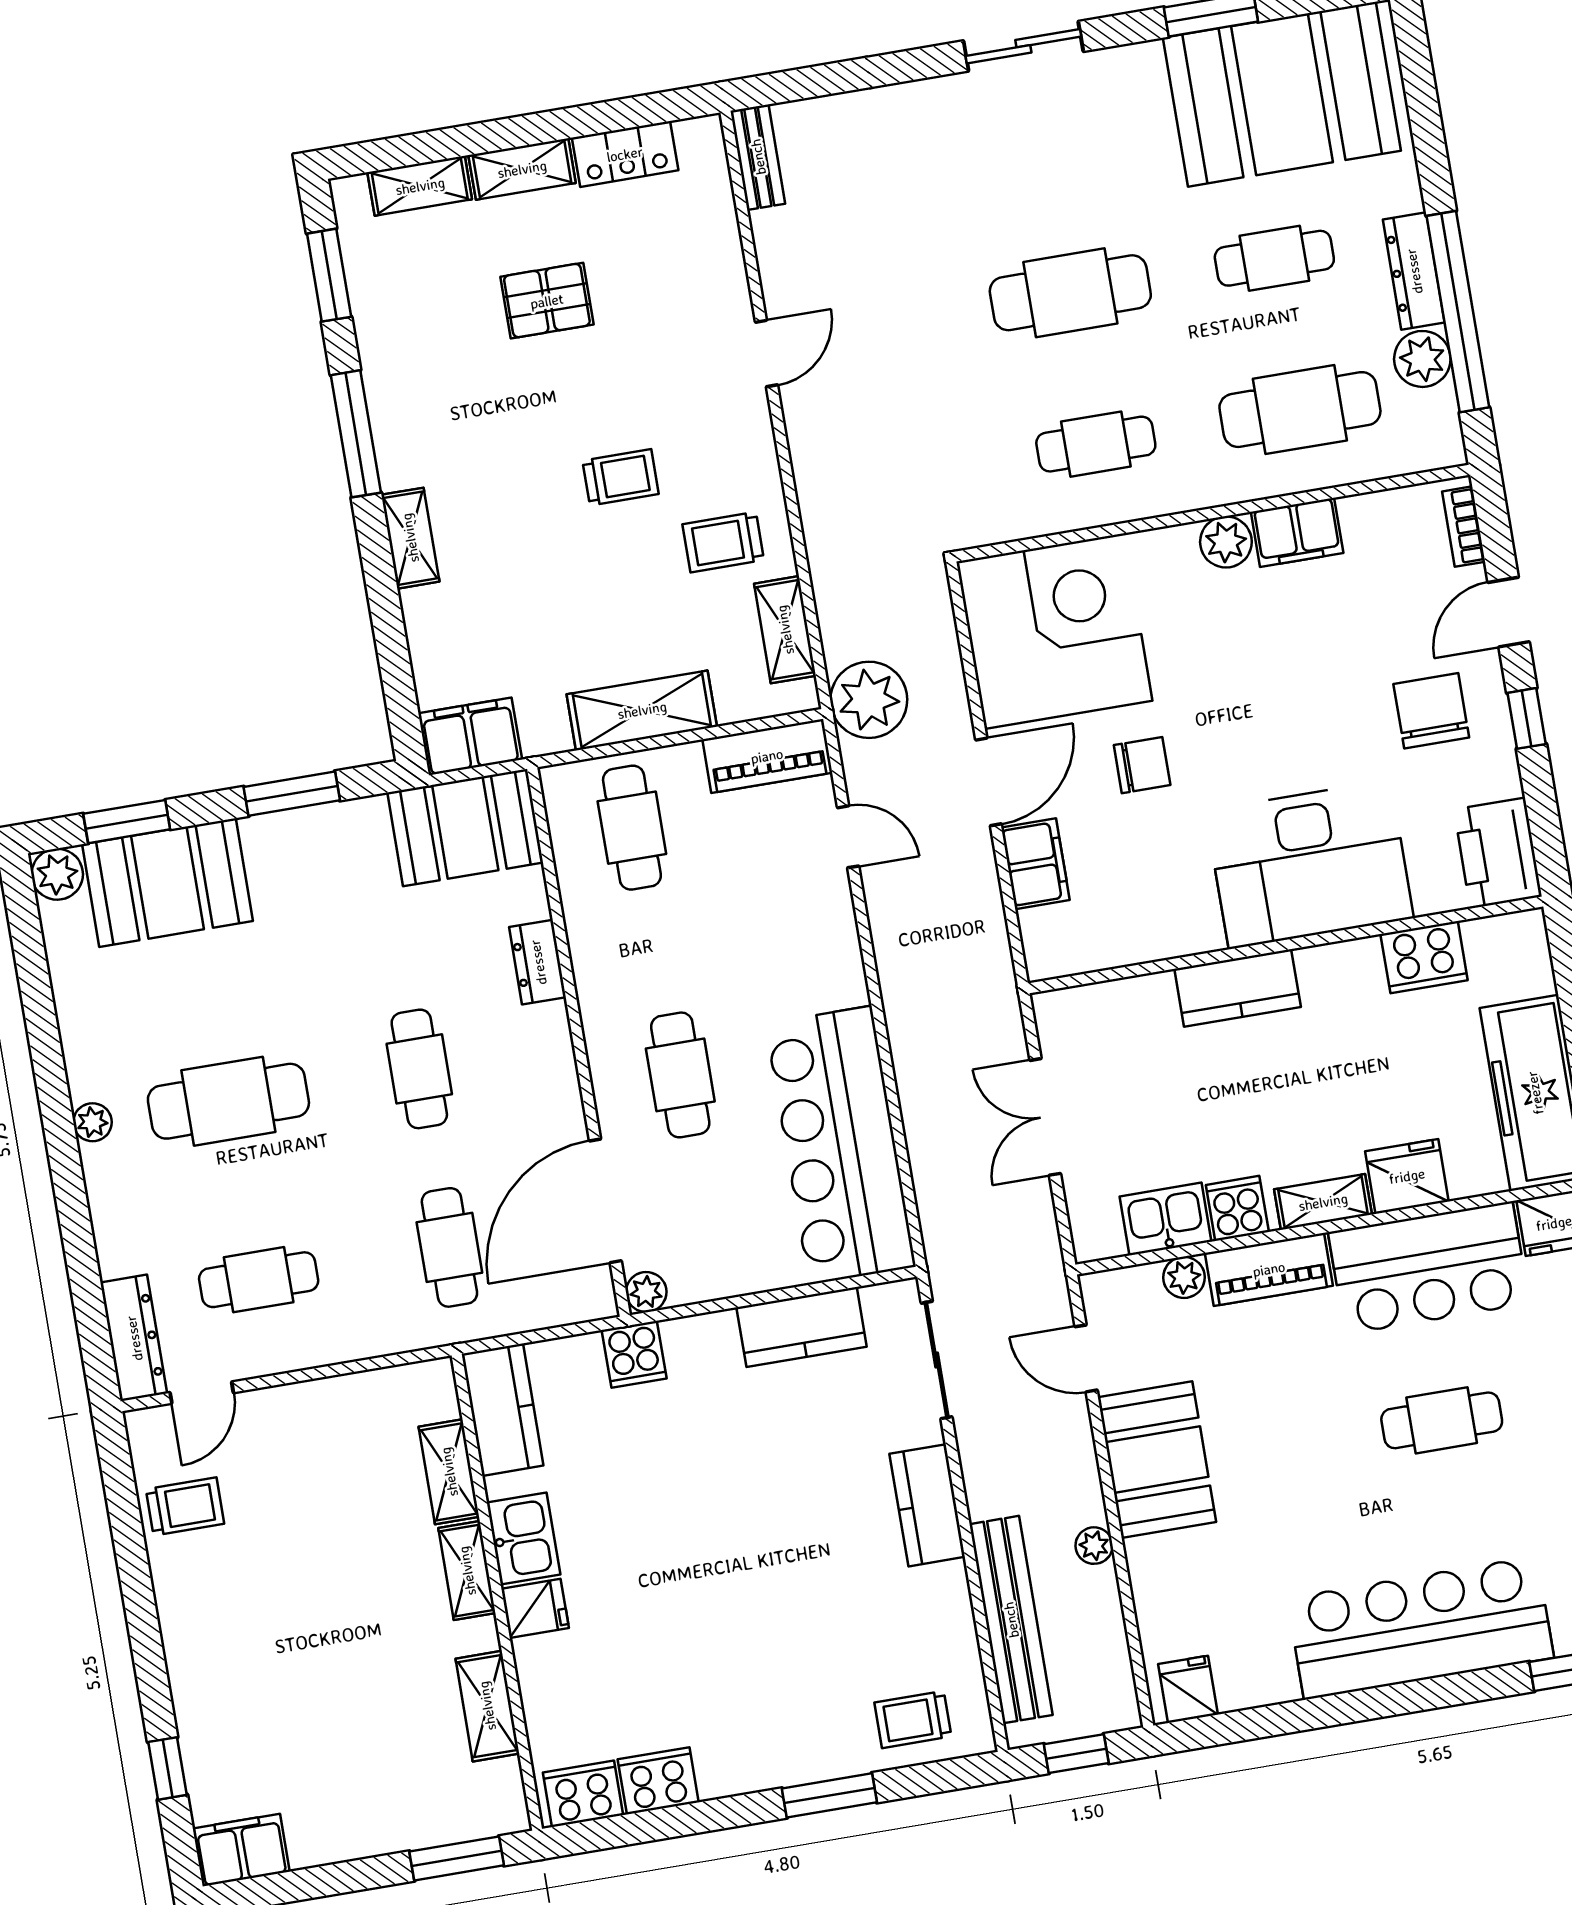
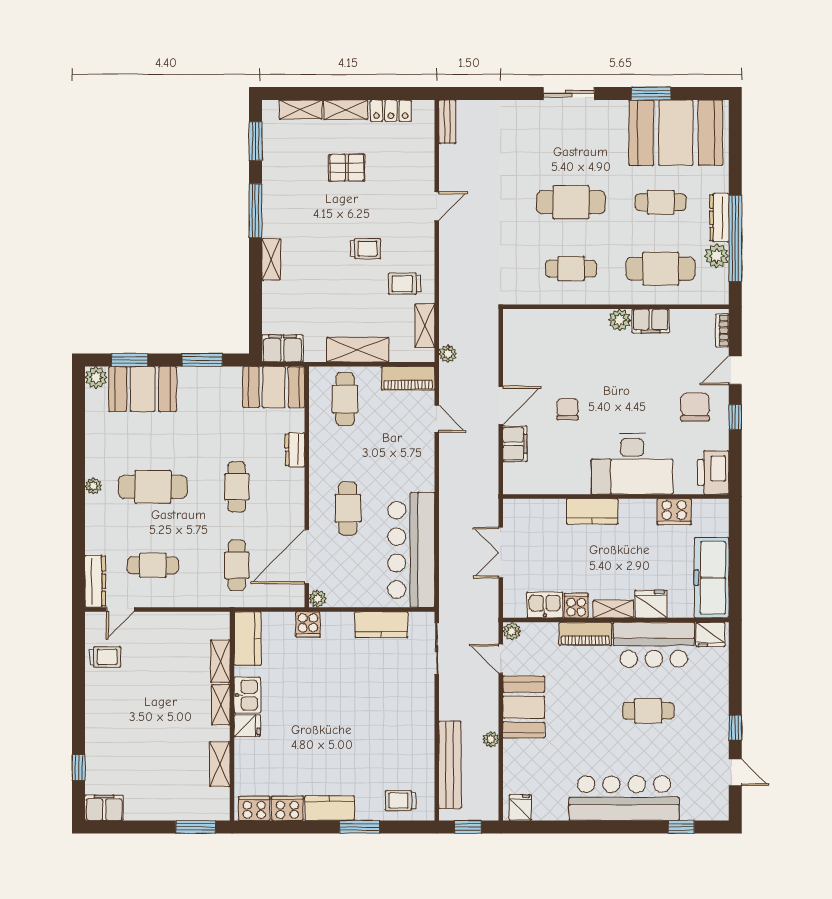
corner desk: (1054, 631) -> (540, 346), removed
plant: (869, 700) -> (448, 354), width x0.53, depth x0.53
chair: (1142, 765) -> (568, 409), turned -90
plant: (1184, 1277) -> (512, 631), moved
kitchen counter: (927, 1505) -> (330, 808), moved, turned 90

